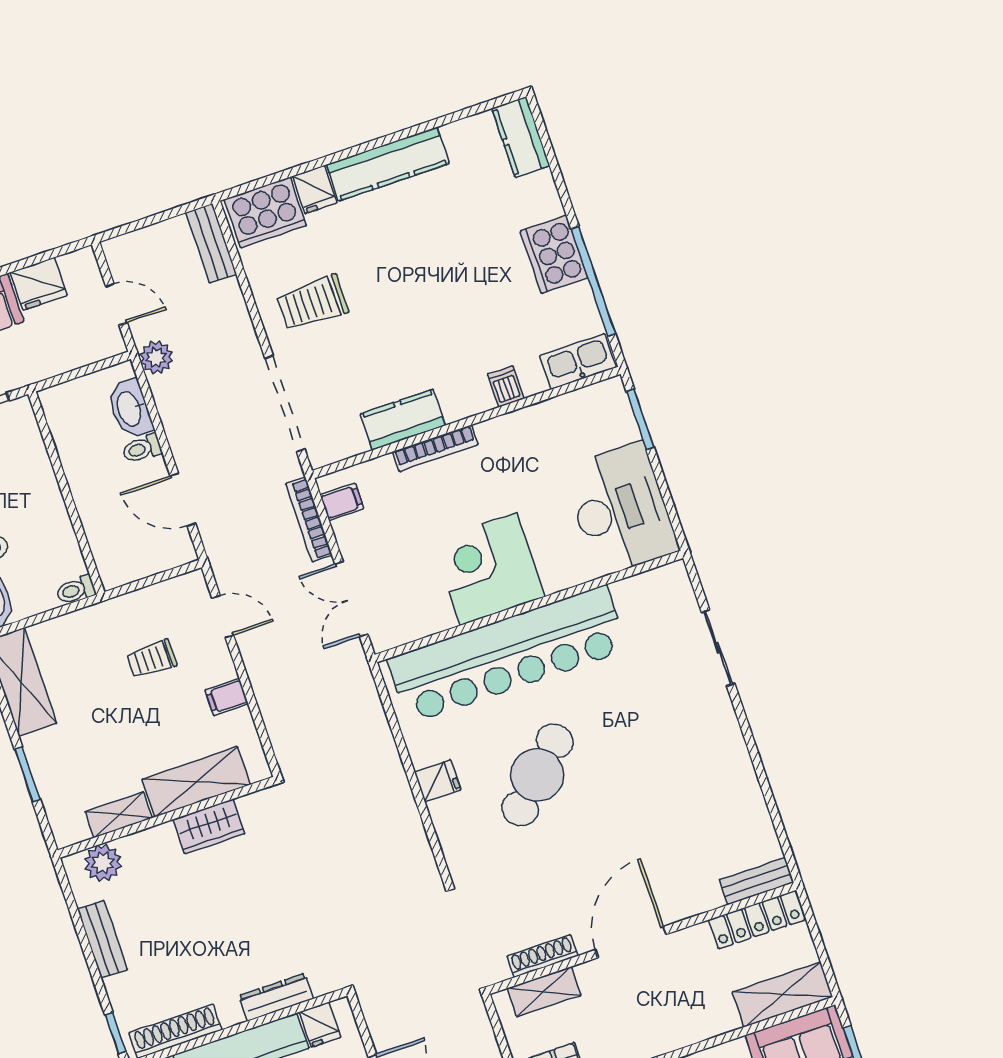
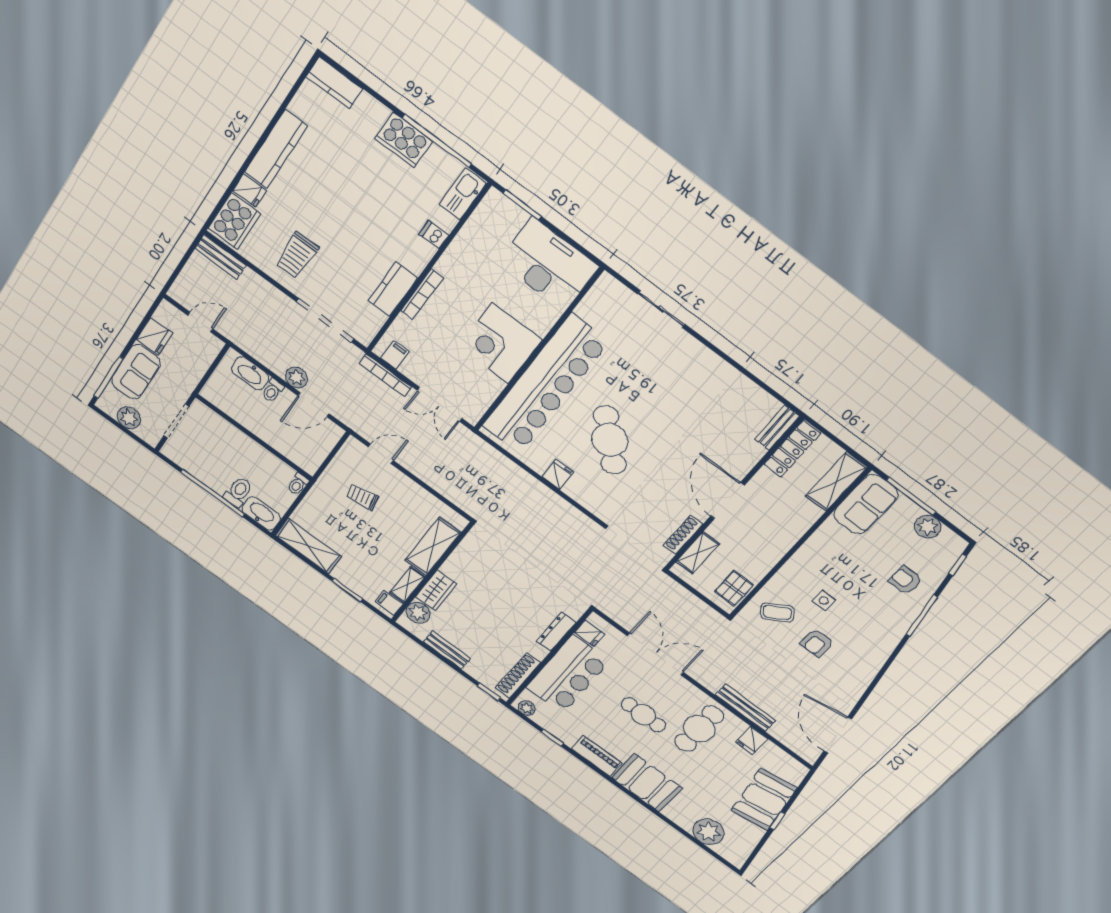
plant: (156, 357) -> (296, 378), moved
trolley: (151, 659) -> (362, 497), turned 79
filing cabinet: (227, 697) -> (389, 603), moved, turned 90
wardrobe: (209, 826) -> (436, 590), moved

